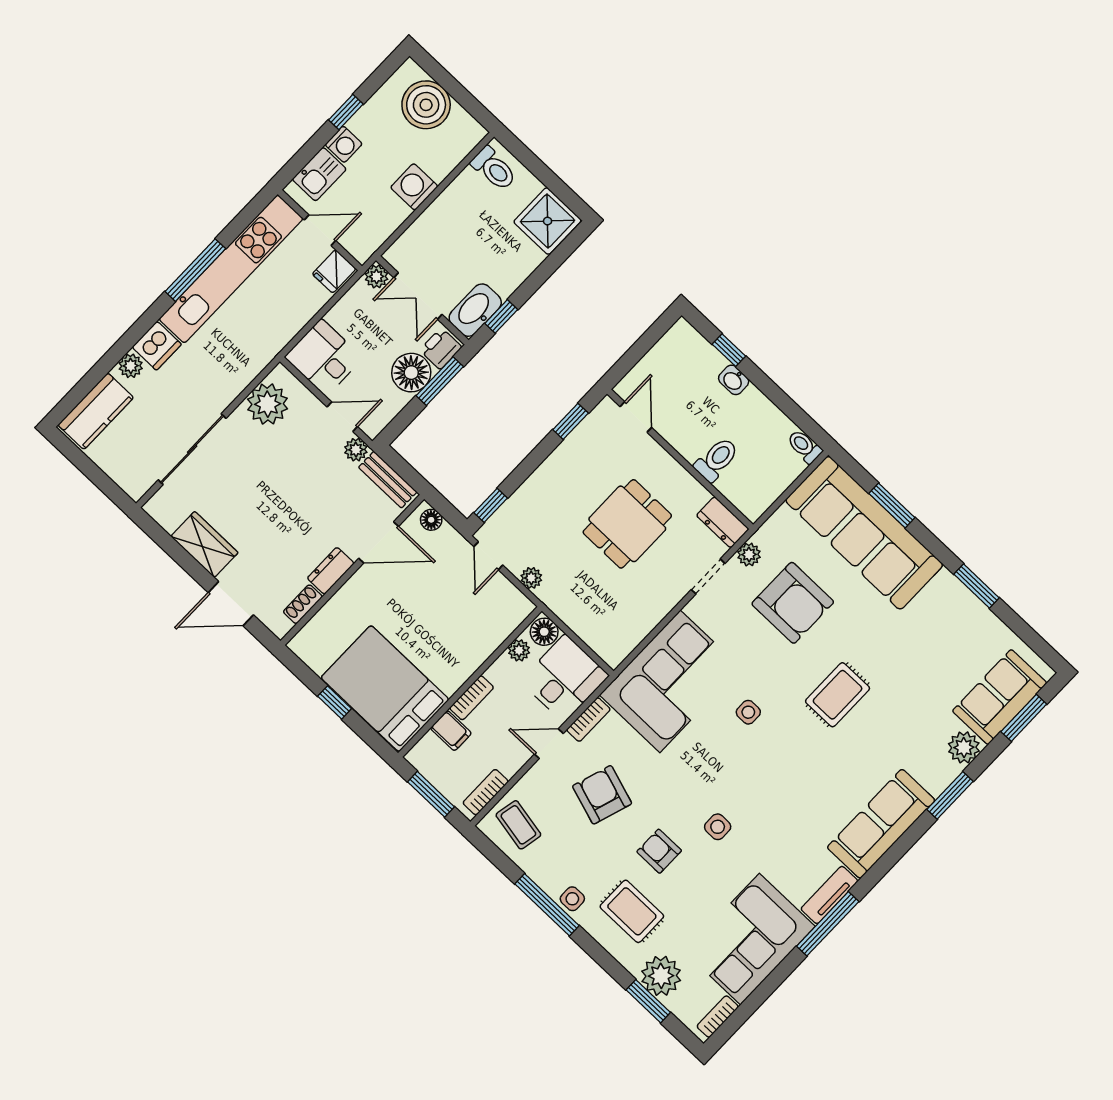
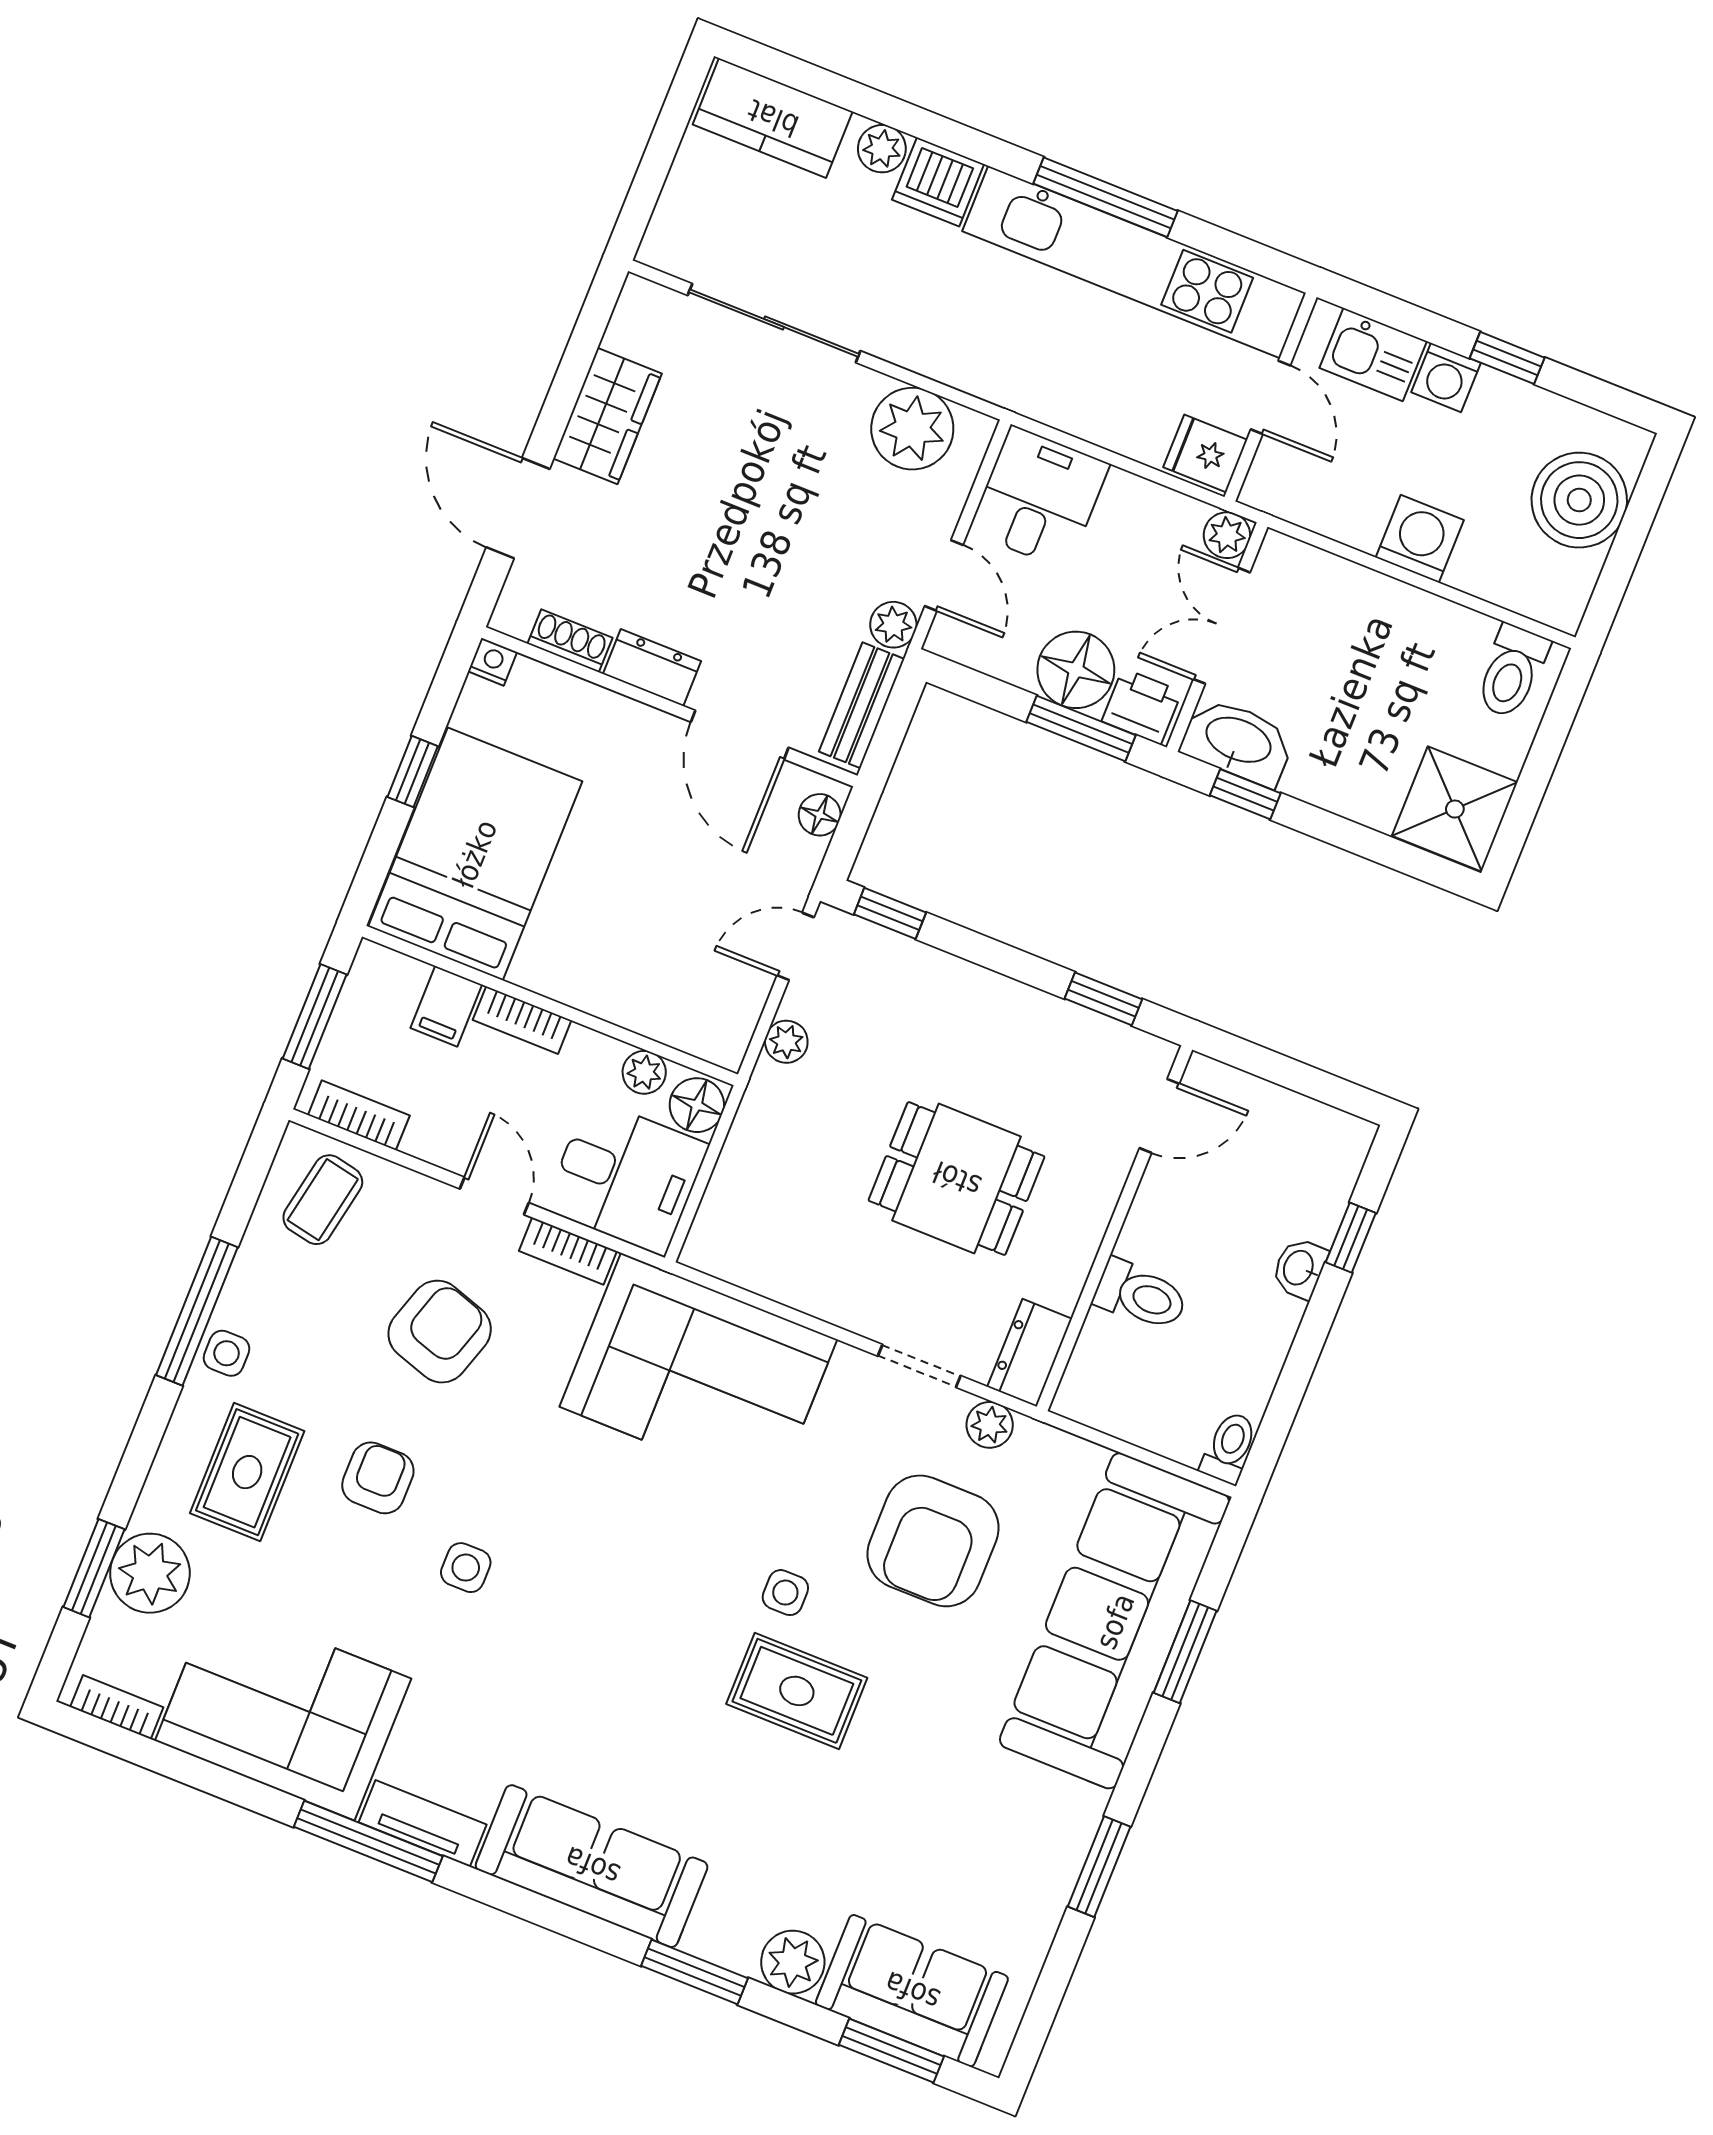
nightstand: (298, 644) -> (493, 662), added
side table: (748, 712) -> (785, 1593), moved

